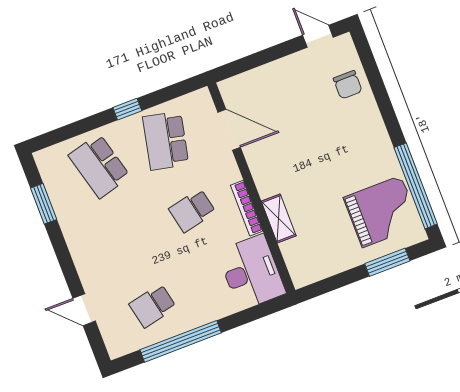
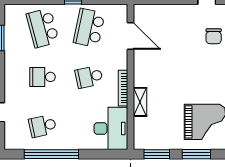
school desk: (126, 236) -> (43, 77), added
window: (331, 284) -> (157, 154), added

